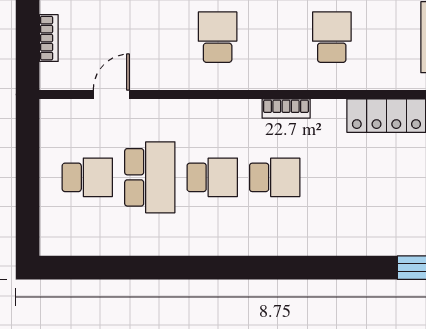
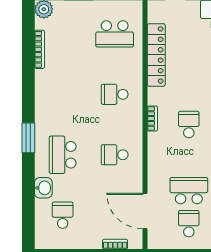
door: (111, 94) -> (145, 211), width x1.88
school desk: (212, 177) -> (189, 158), removed

